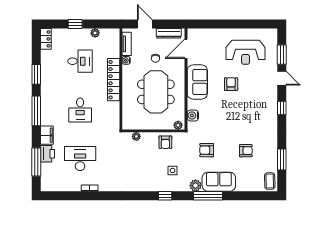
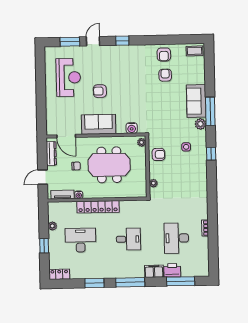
desk: (80, 61) -> (81, 240), width x1.37
armchair: (207, 150) -> (164, 54), moved
window: (282, 160) -> (173, 40), removed

